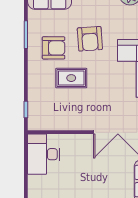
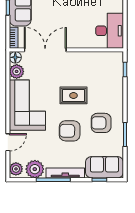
armchair: (90, 39) -> (70, 131), turned -85
rug: (71, 78) -> (73, 95), moved

